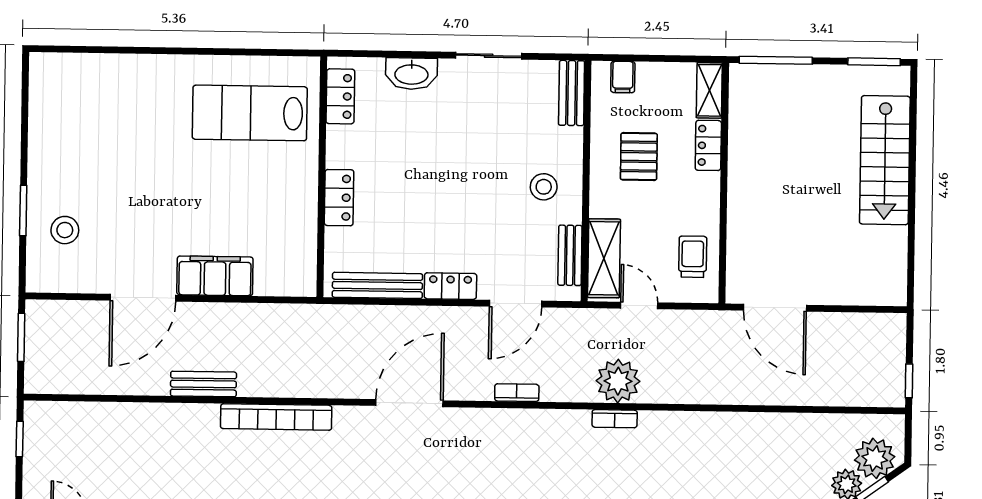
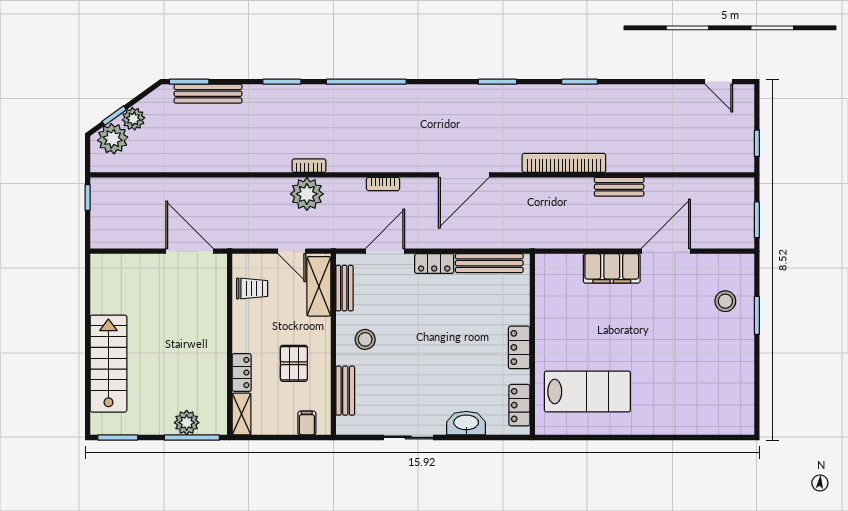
plant: (782, 80) -> (187, 423), added
bench: (572, 93) -> (345, 391), moved
locker: (339, 198) -> (519, 347), moved
trolley: (693, 257) -> (252, 288), turned -90

